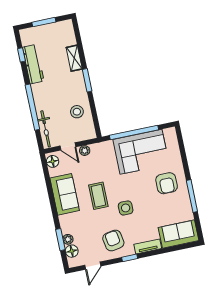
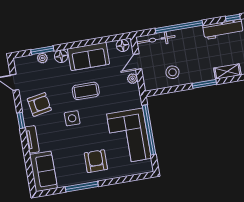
armchair: (167, 183) -> (96, 161), turned 90
floor lamp: (72, 251) -> (61, 56), moved

